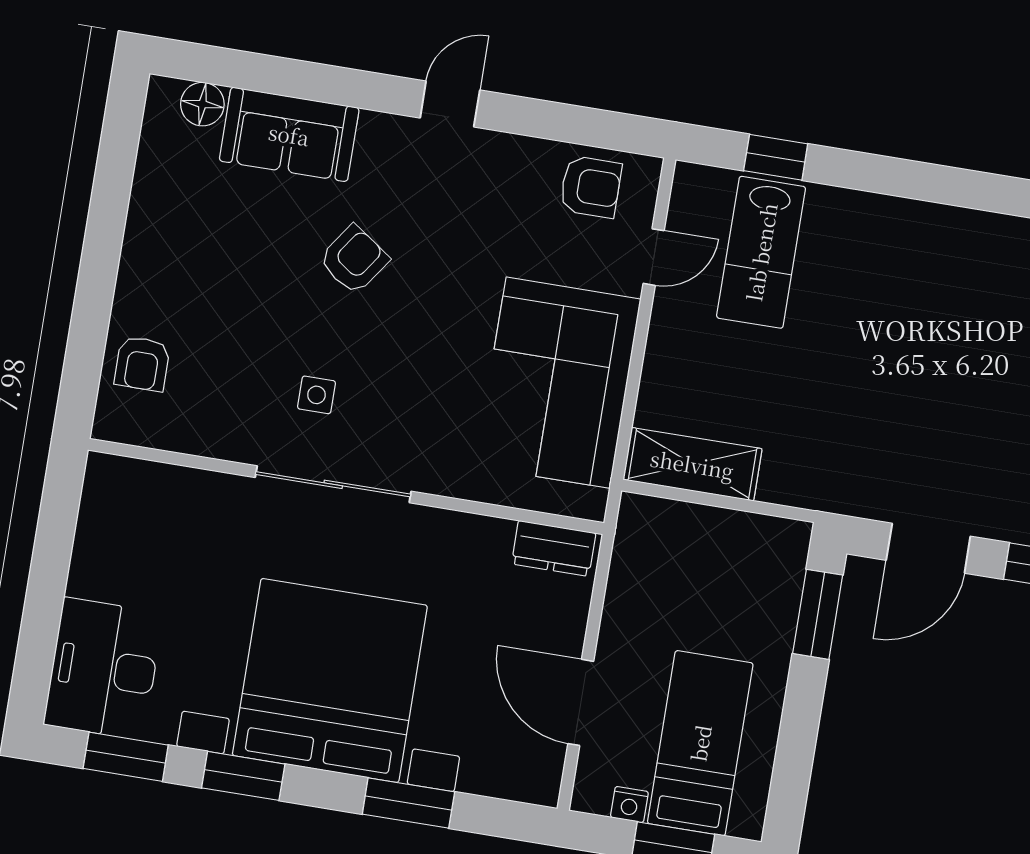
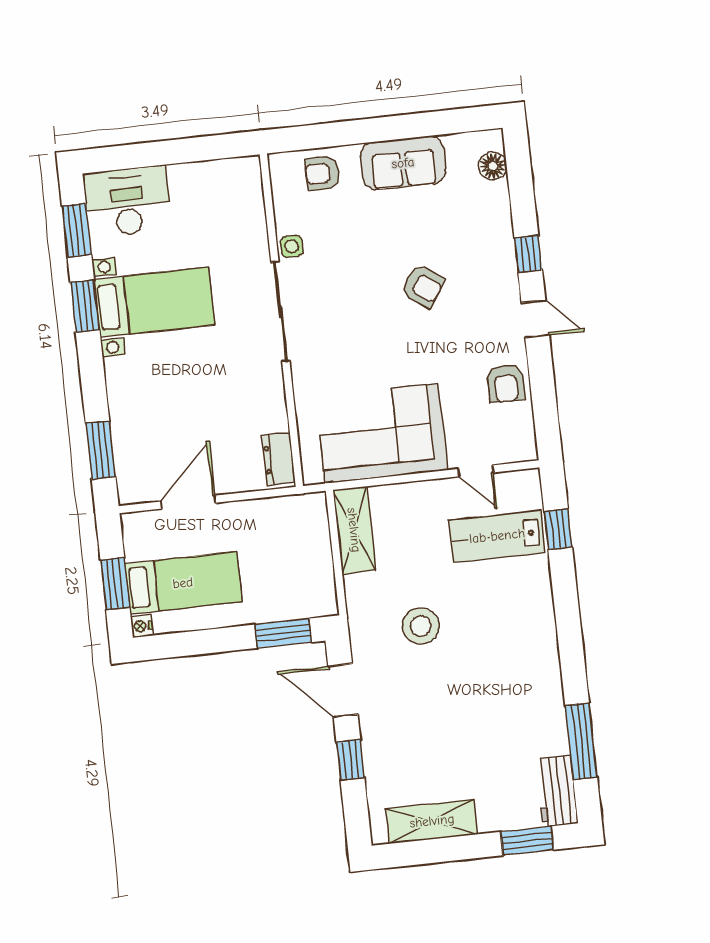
window: (350, 88) -> (528, 254), added
sofa: (289, 134) -> (403, 163), moved, turned -90
armchair: (591, 187) -> (506, 383), moved
side table: (316, 395) -> (292, 246), moved
stool: (864, 404) -> (421, 626), added
bed with nightstands: (330, 680) -> (154, 302), width x0.54
window: (408, 803) -> (101, 450), moved
nightstand: (629, 804) -> (142, 626), moved

